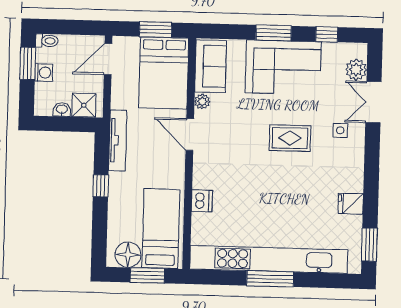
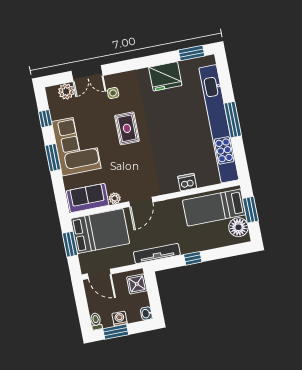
washbasin: (62, 110) -> (146, 313), moved
fridge: (351, 204) -> (165, 76), width x1.88, depth x1.34

